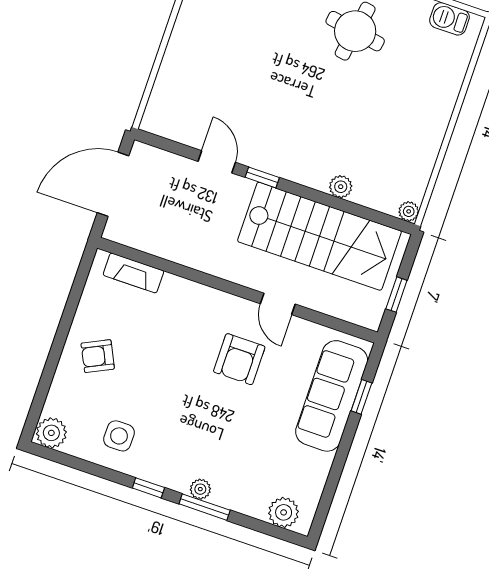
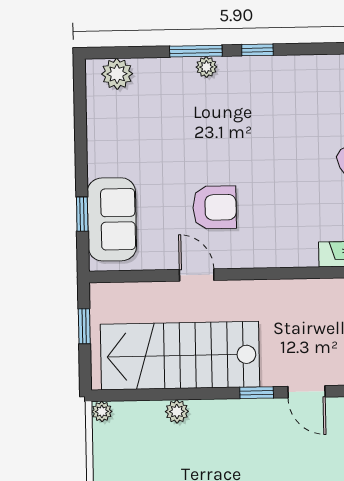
armchair: (239, 359) -> (215, 207), turned 90
sofa: (332, 396) -> (112, 219), width x0.73
side table: (119, 436) -> (305, 90), removed

